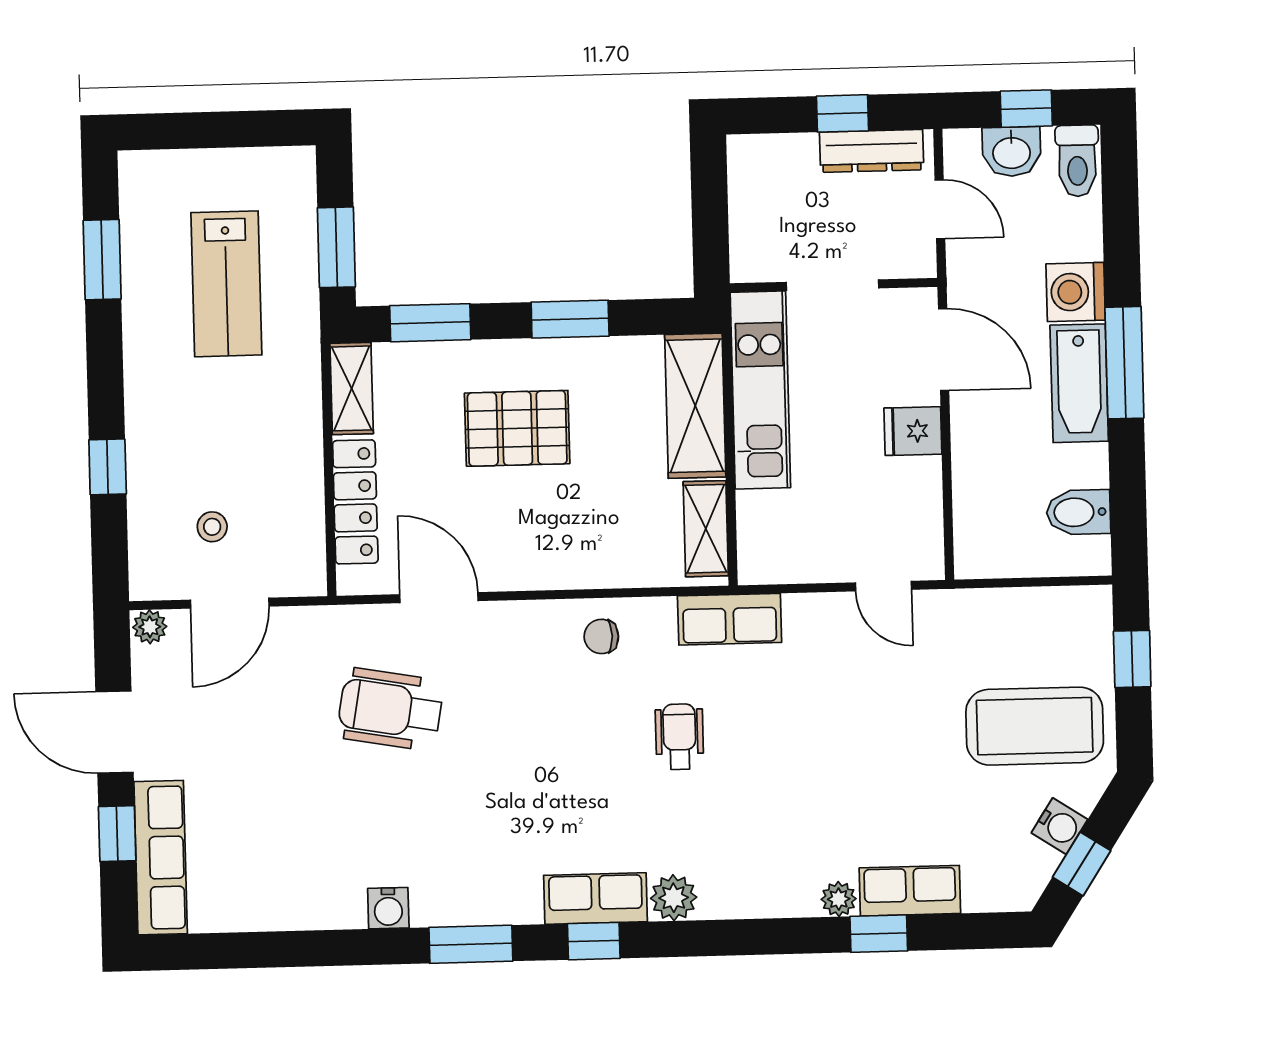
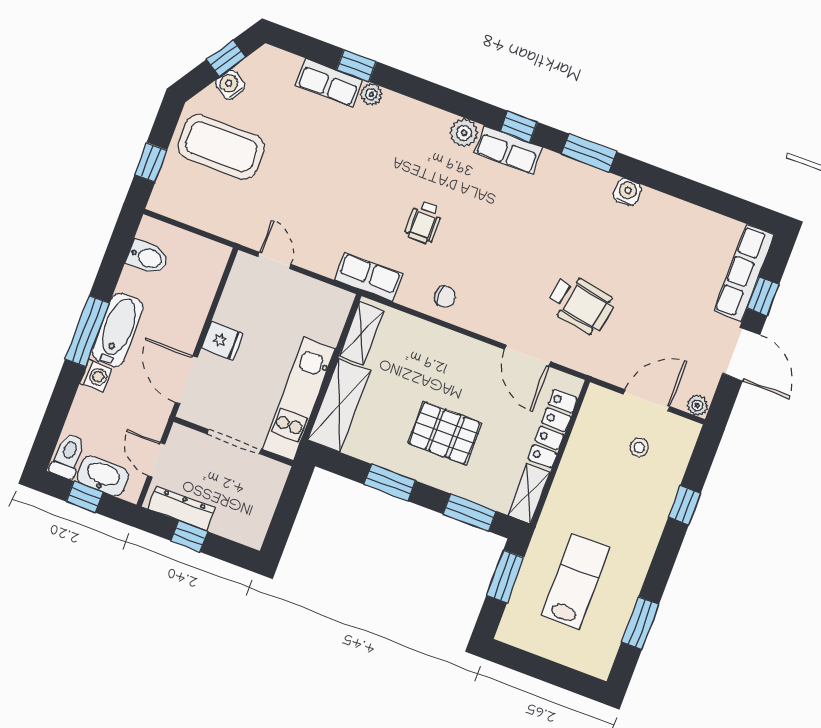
washbasin: (1012, 152) -> (103, 476), width x1.38
washing machine: (1076, 292) -> (96, 376), width x0.73, depth x0.73

